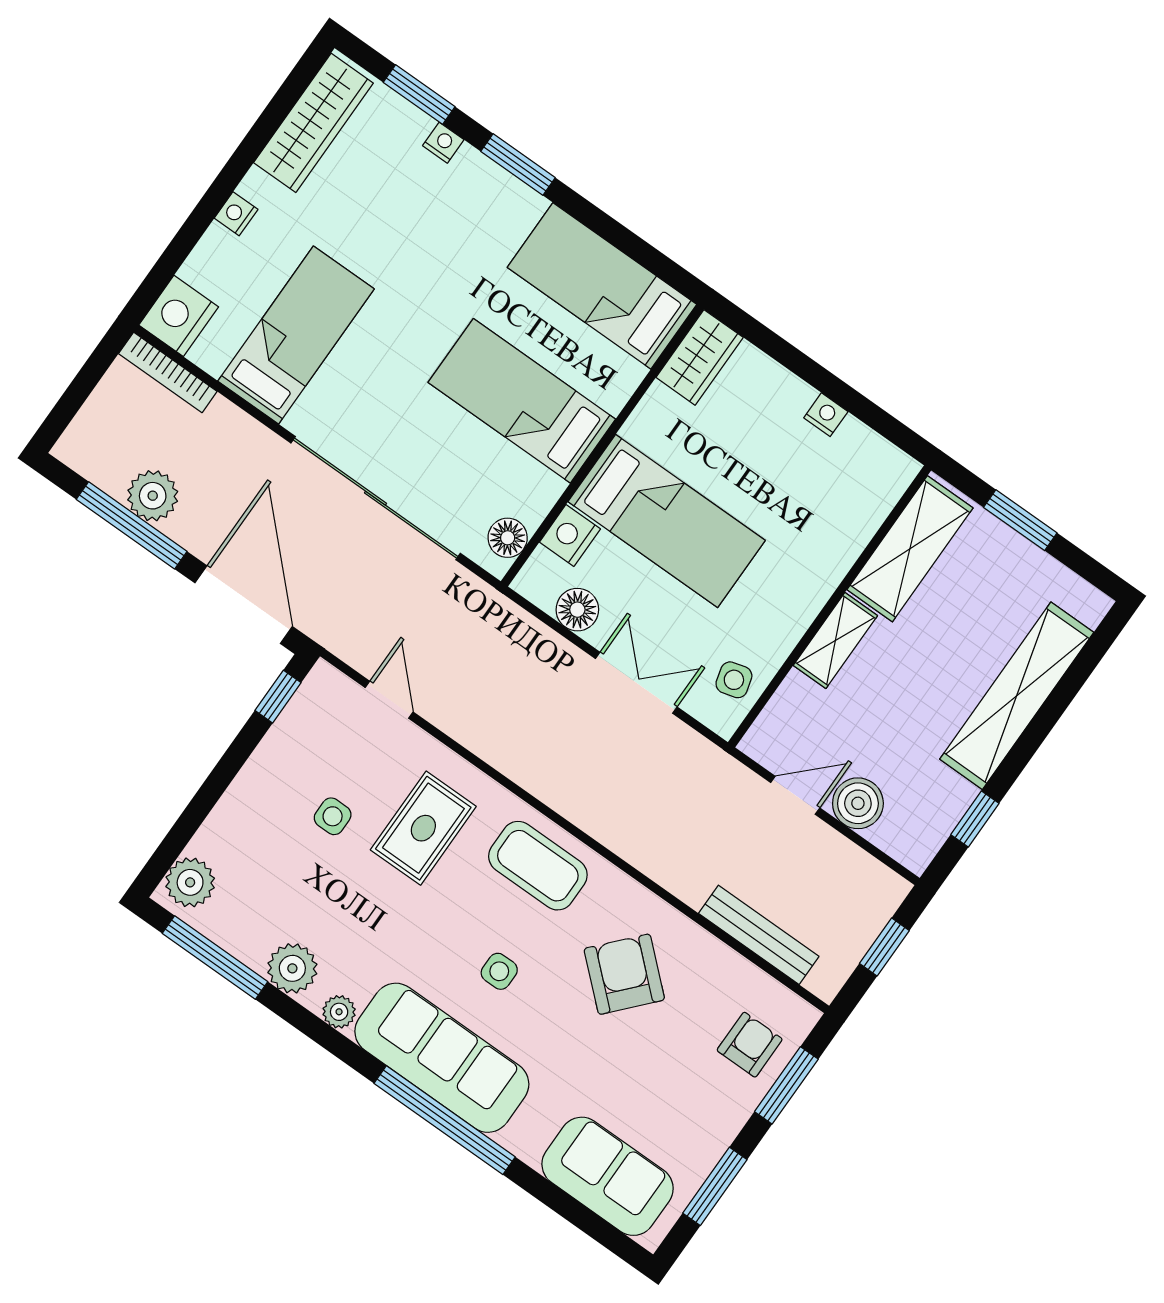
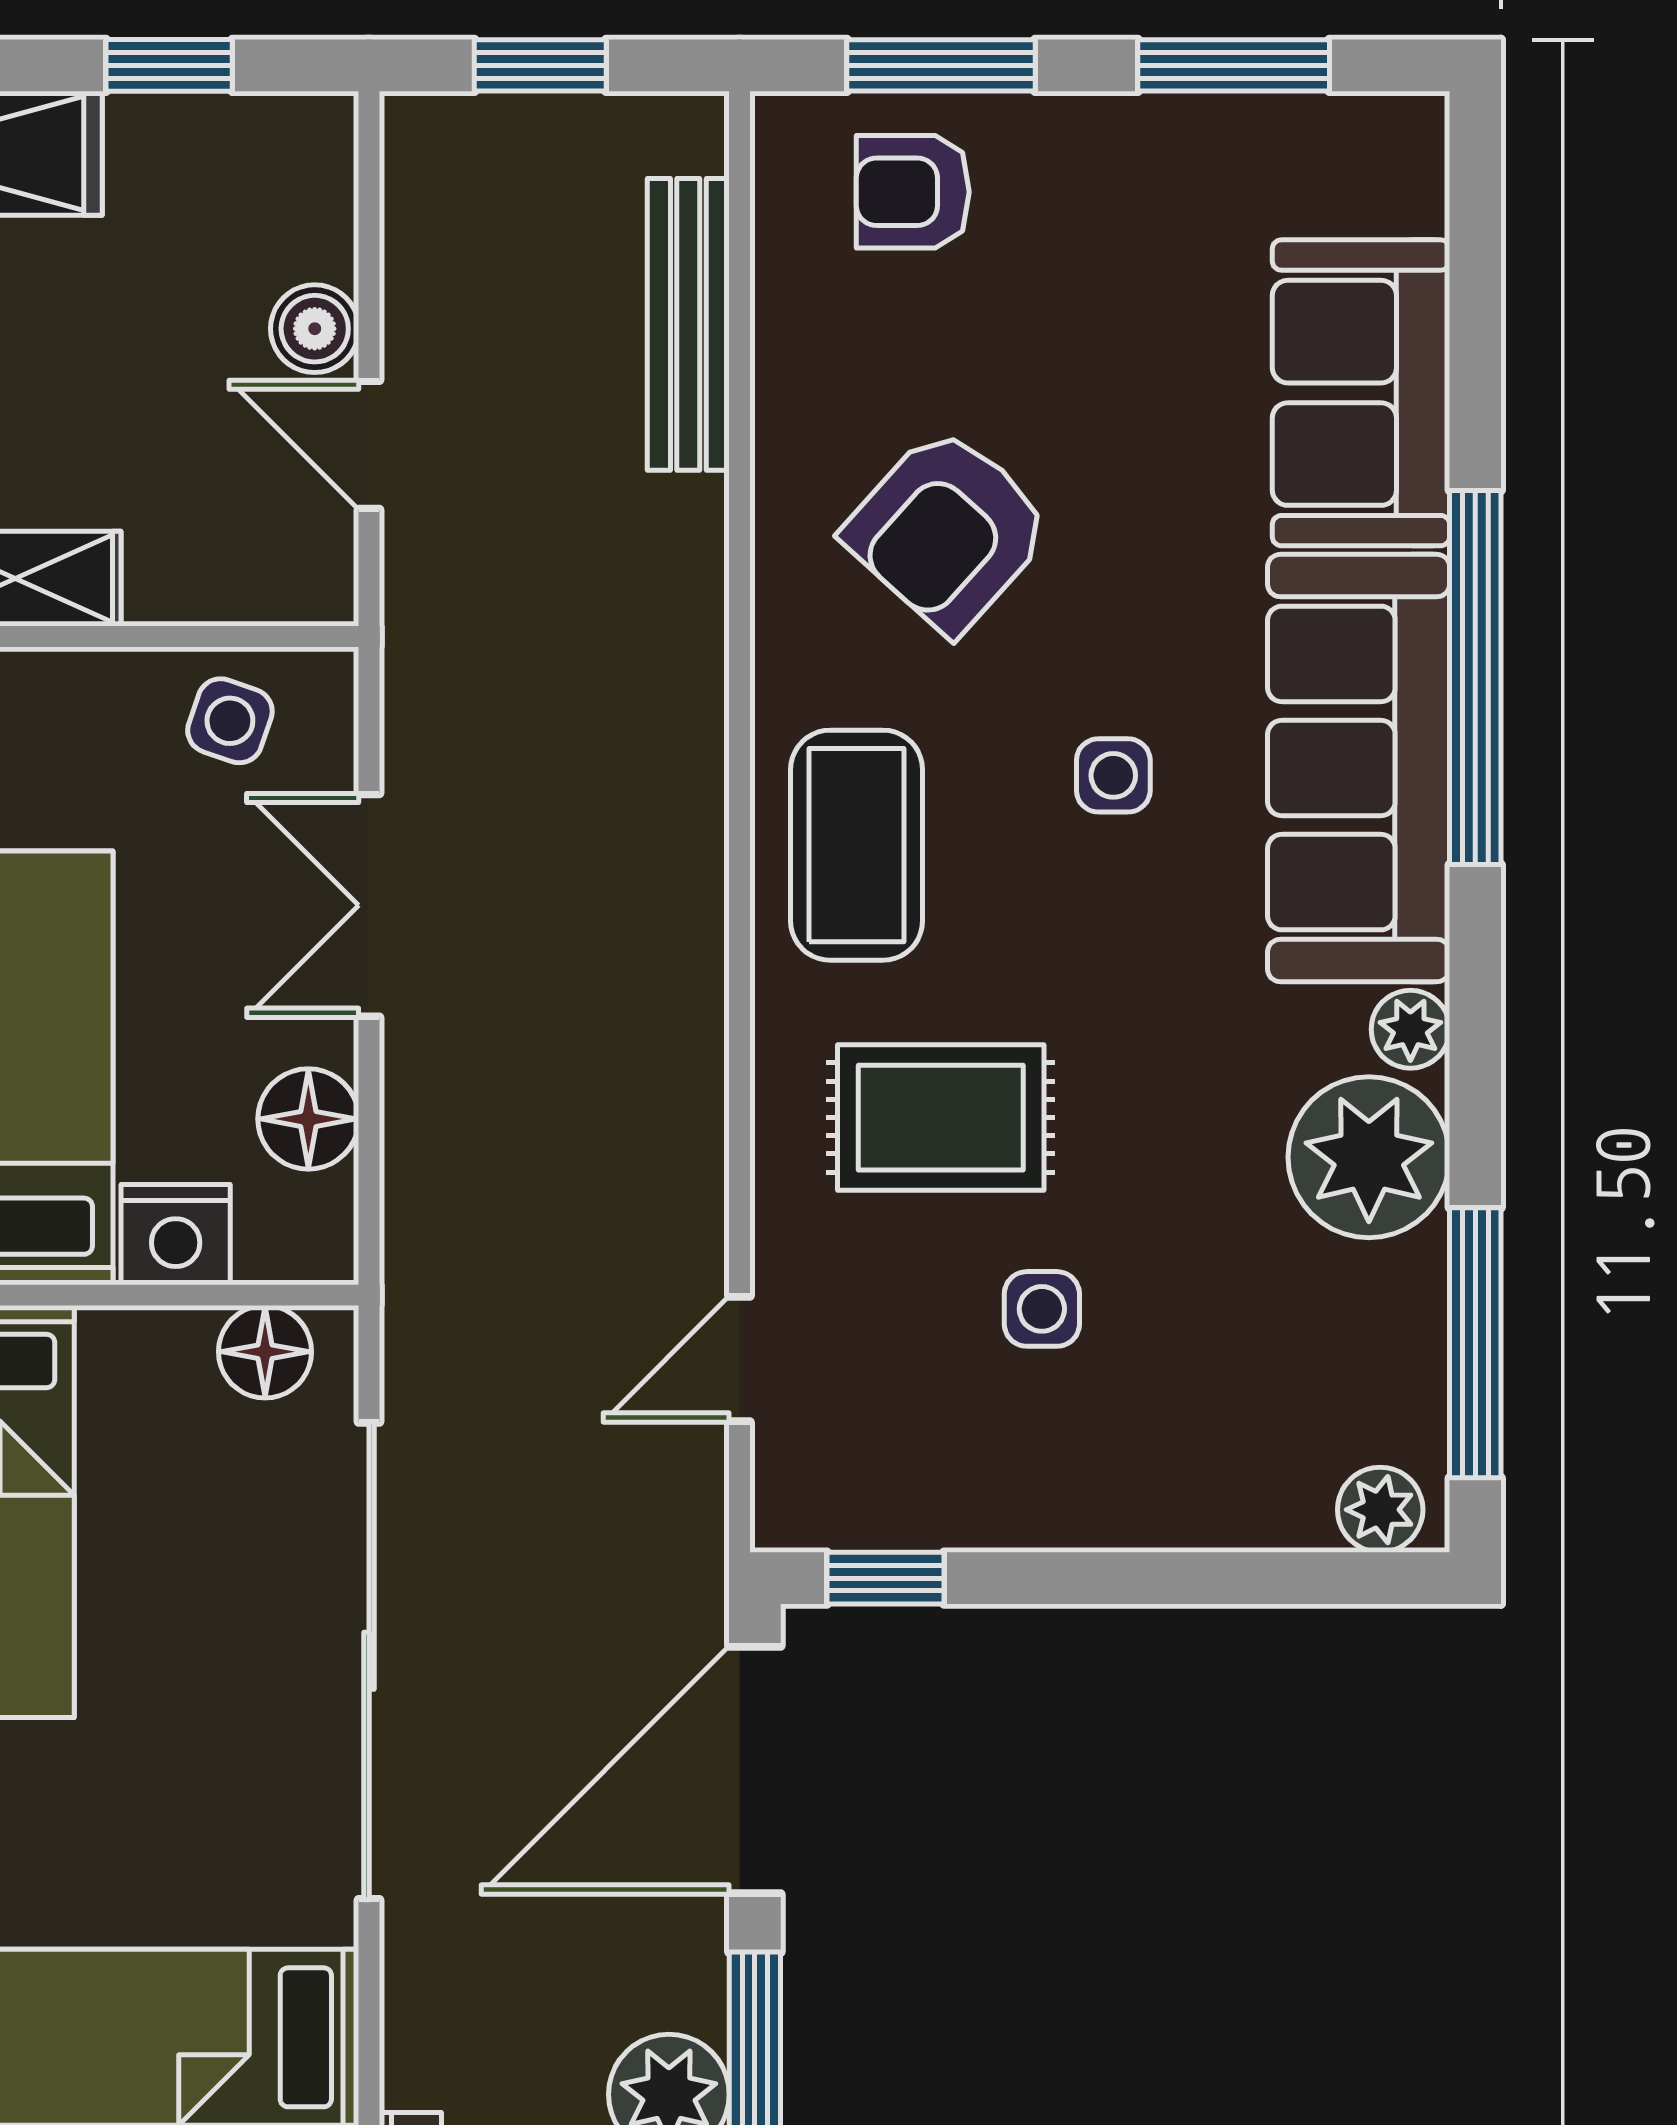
side table: (734, 680) -> (230, 721), turned 34
boiler: (858, 803) -> (315, 329), width x0.73, depth x0.73
plant: (190, 882) -> (1380, 1510), width x0.73, depth x0.73
plant: (292, 968) -> (1369, 1157), width x1.36, depth x1.36
sofa: (608, 1176) -> (1361, 393), moved

